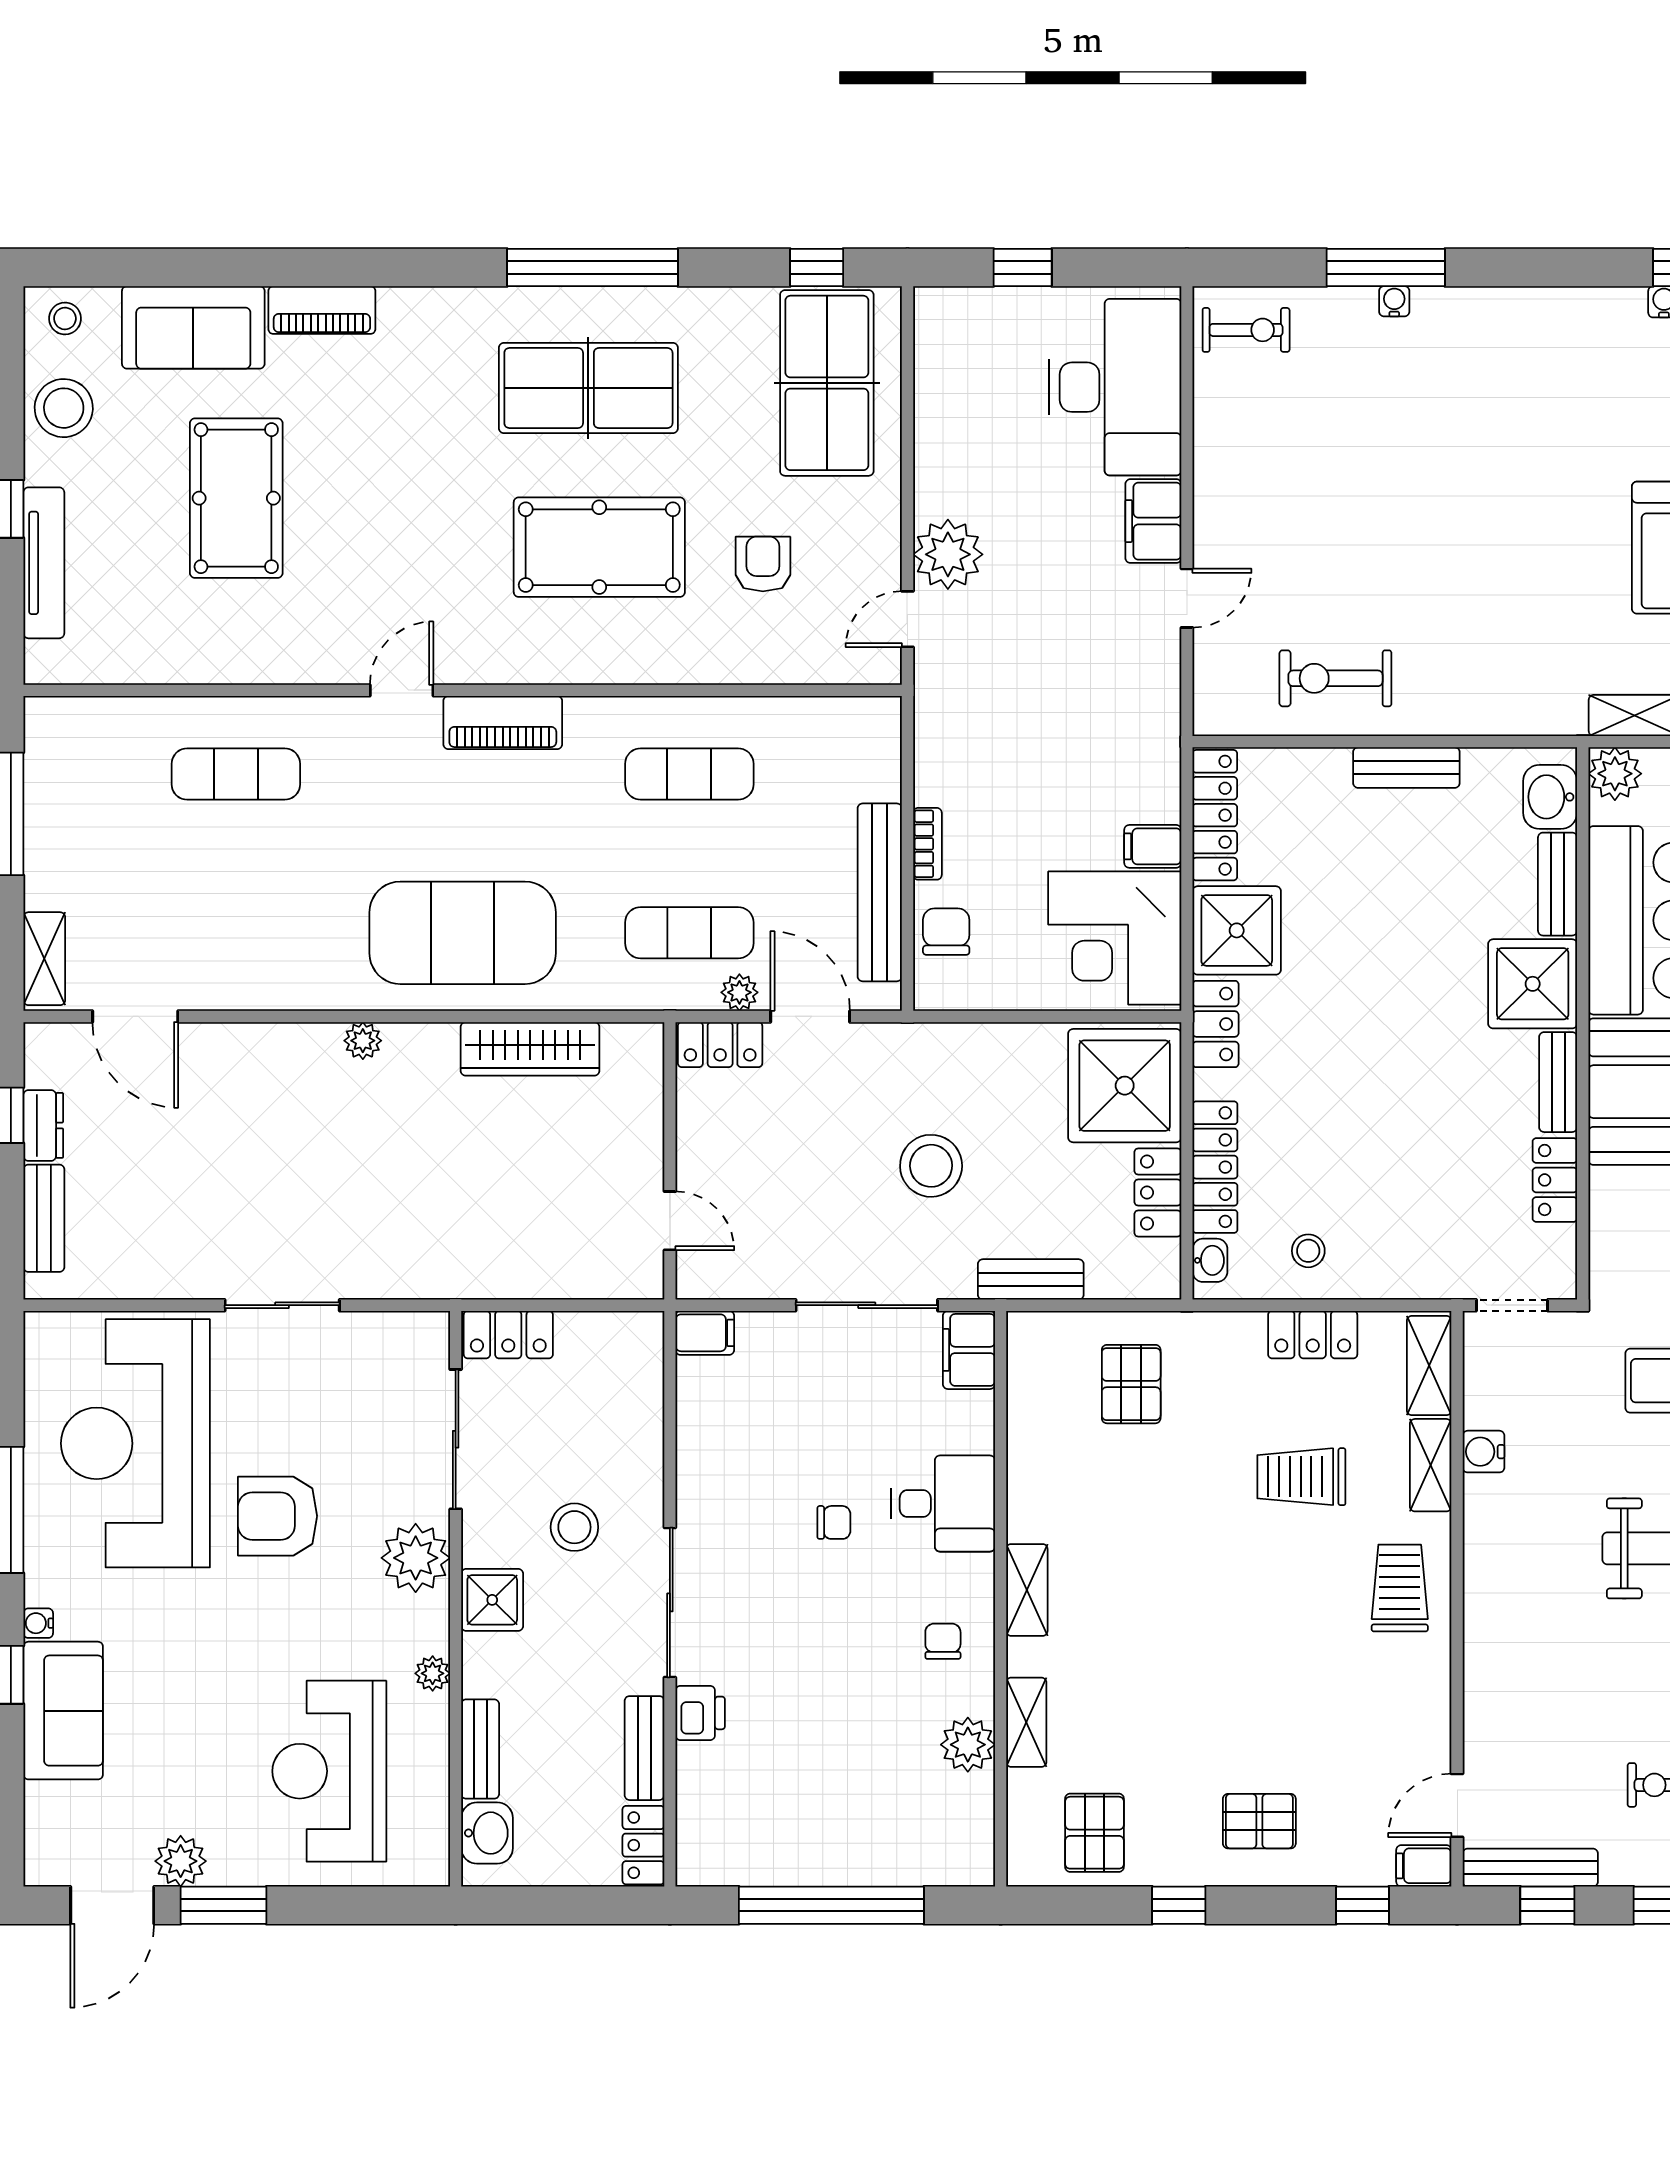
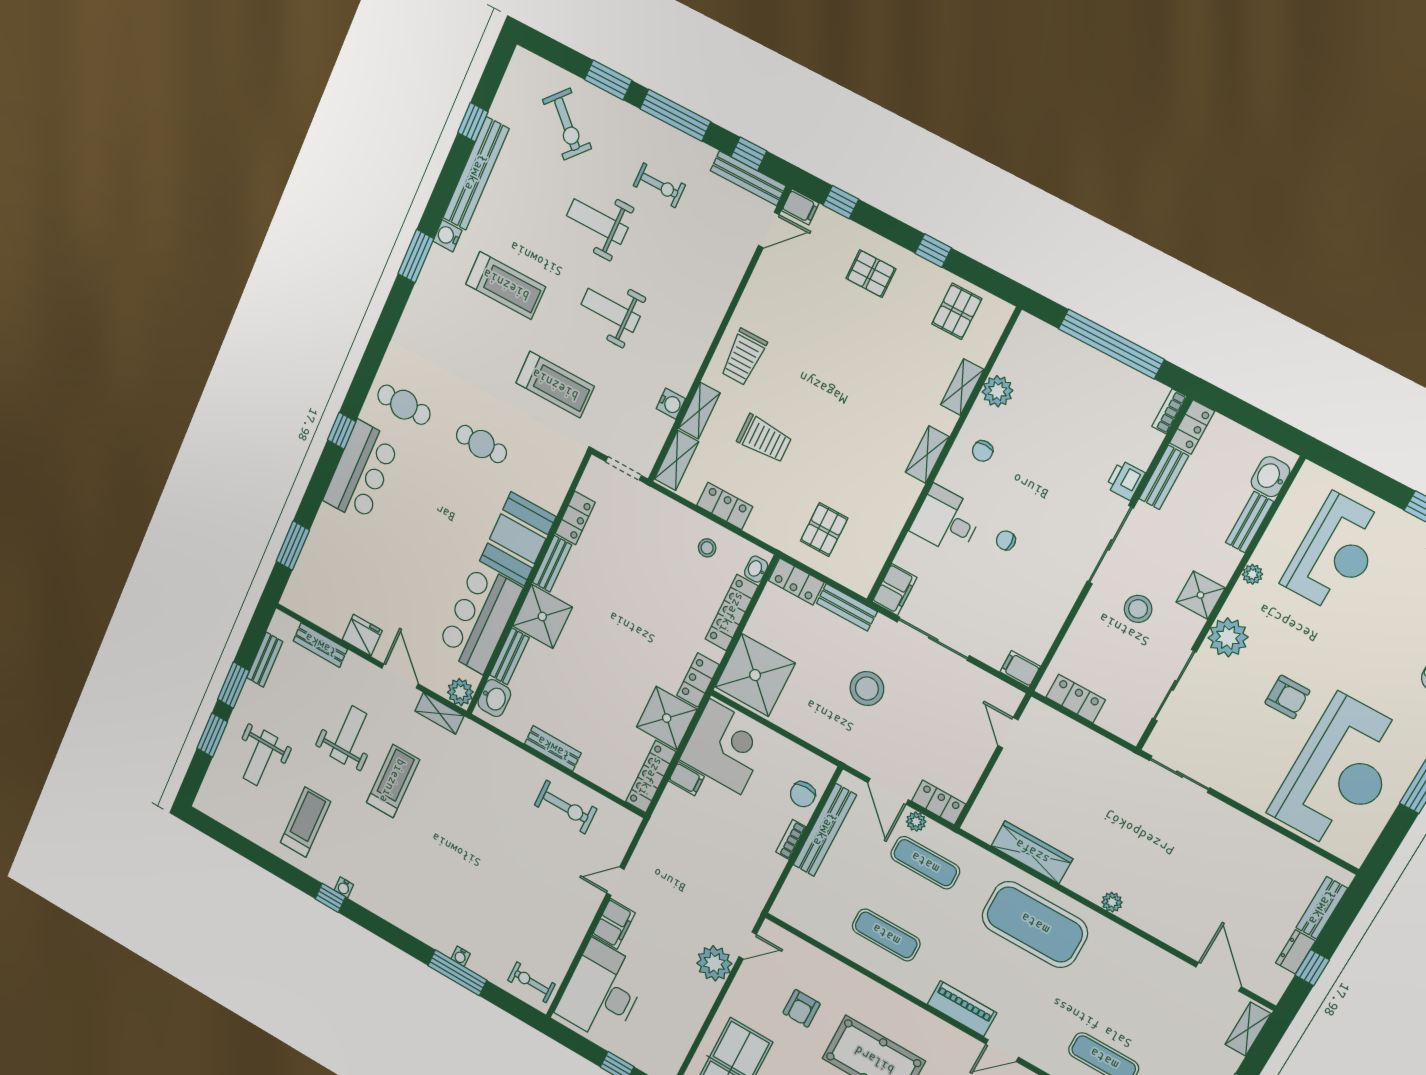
locker: (1158, 1192) -> (796, 582), moved, turned 90
sliding door: (282, 1305) -> (1180, 774), moved
locker: (508, 1335) -> (1076, 699), moved
armchair: (277, 1516) -> (1287, 697), width x0.72, depth x0.72
bookcase: (690, 1851) -> (1169, 411), added

